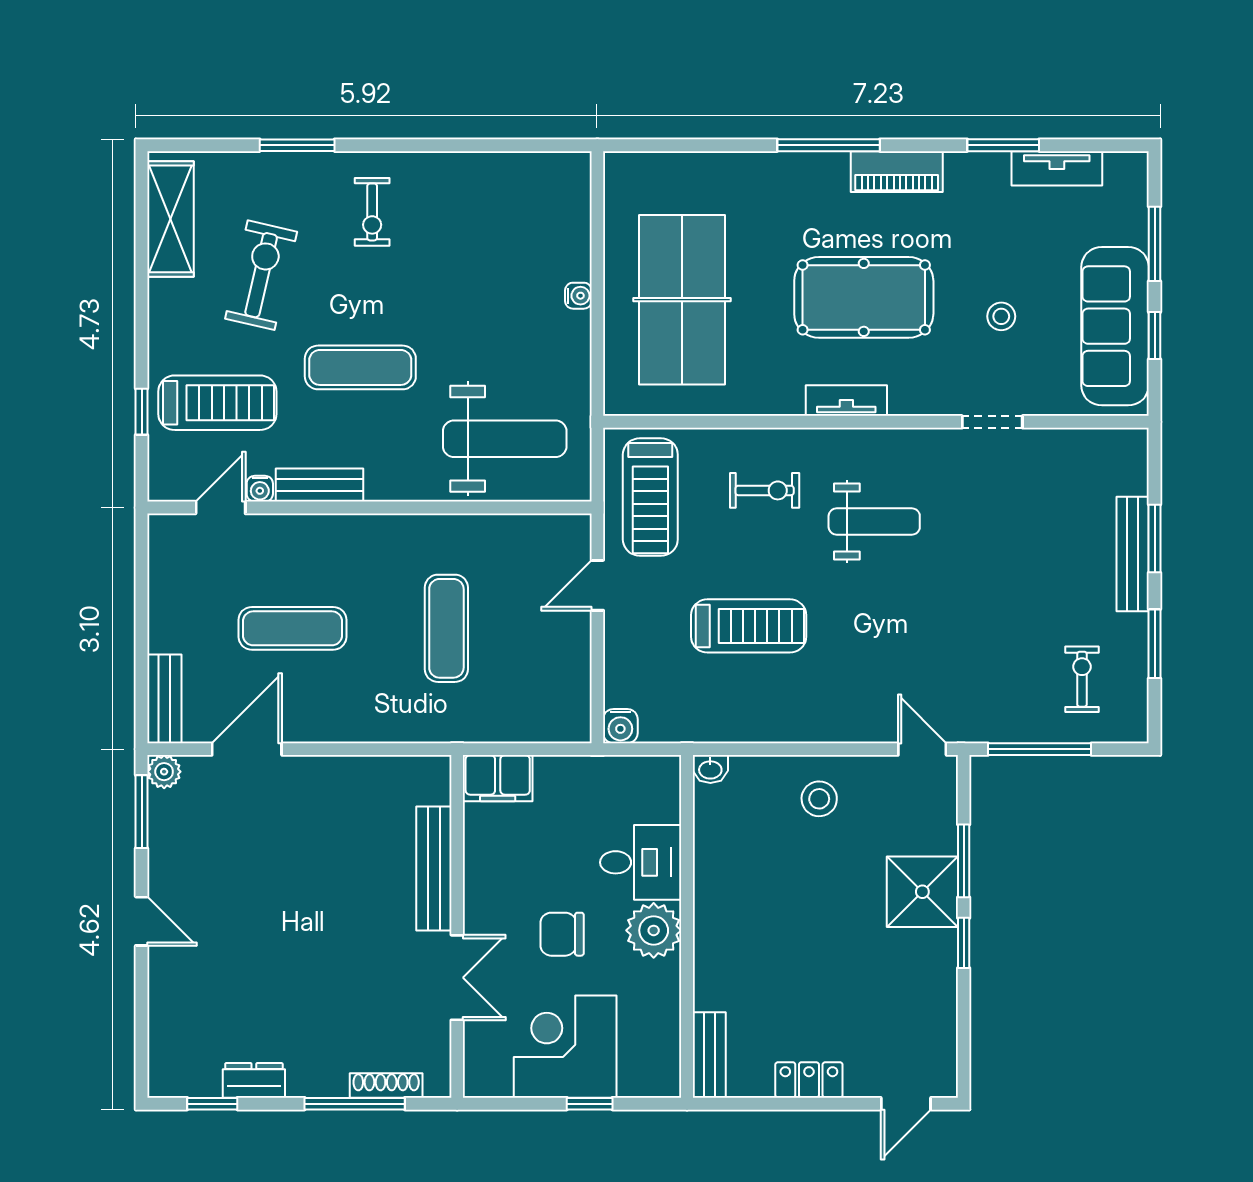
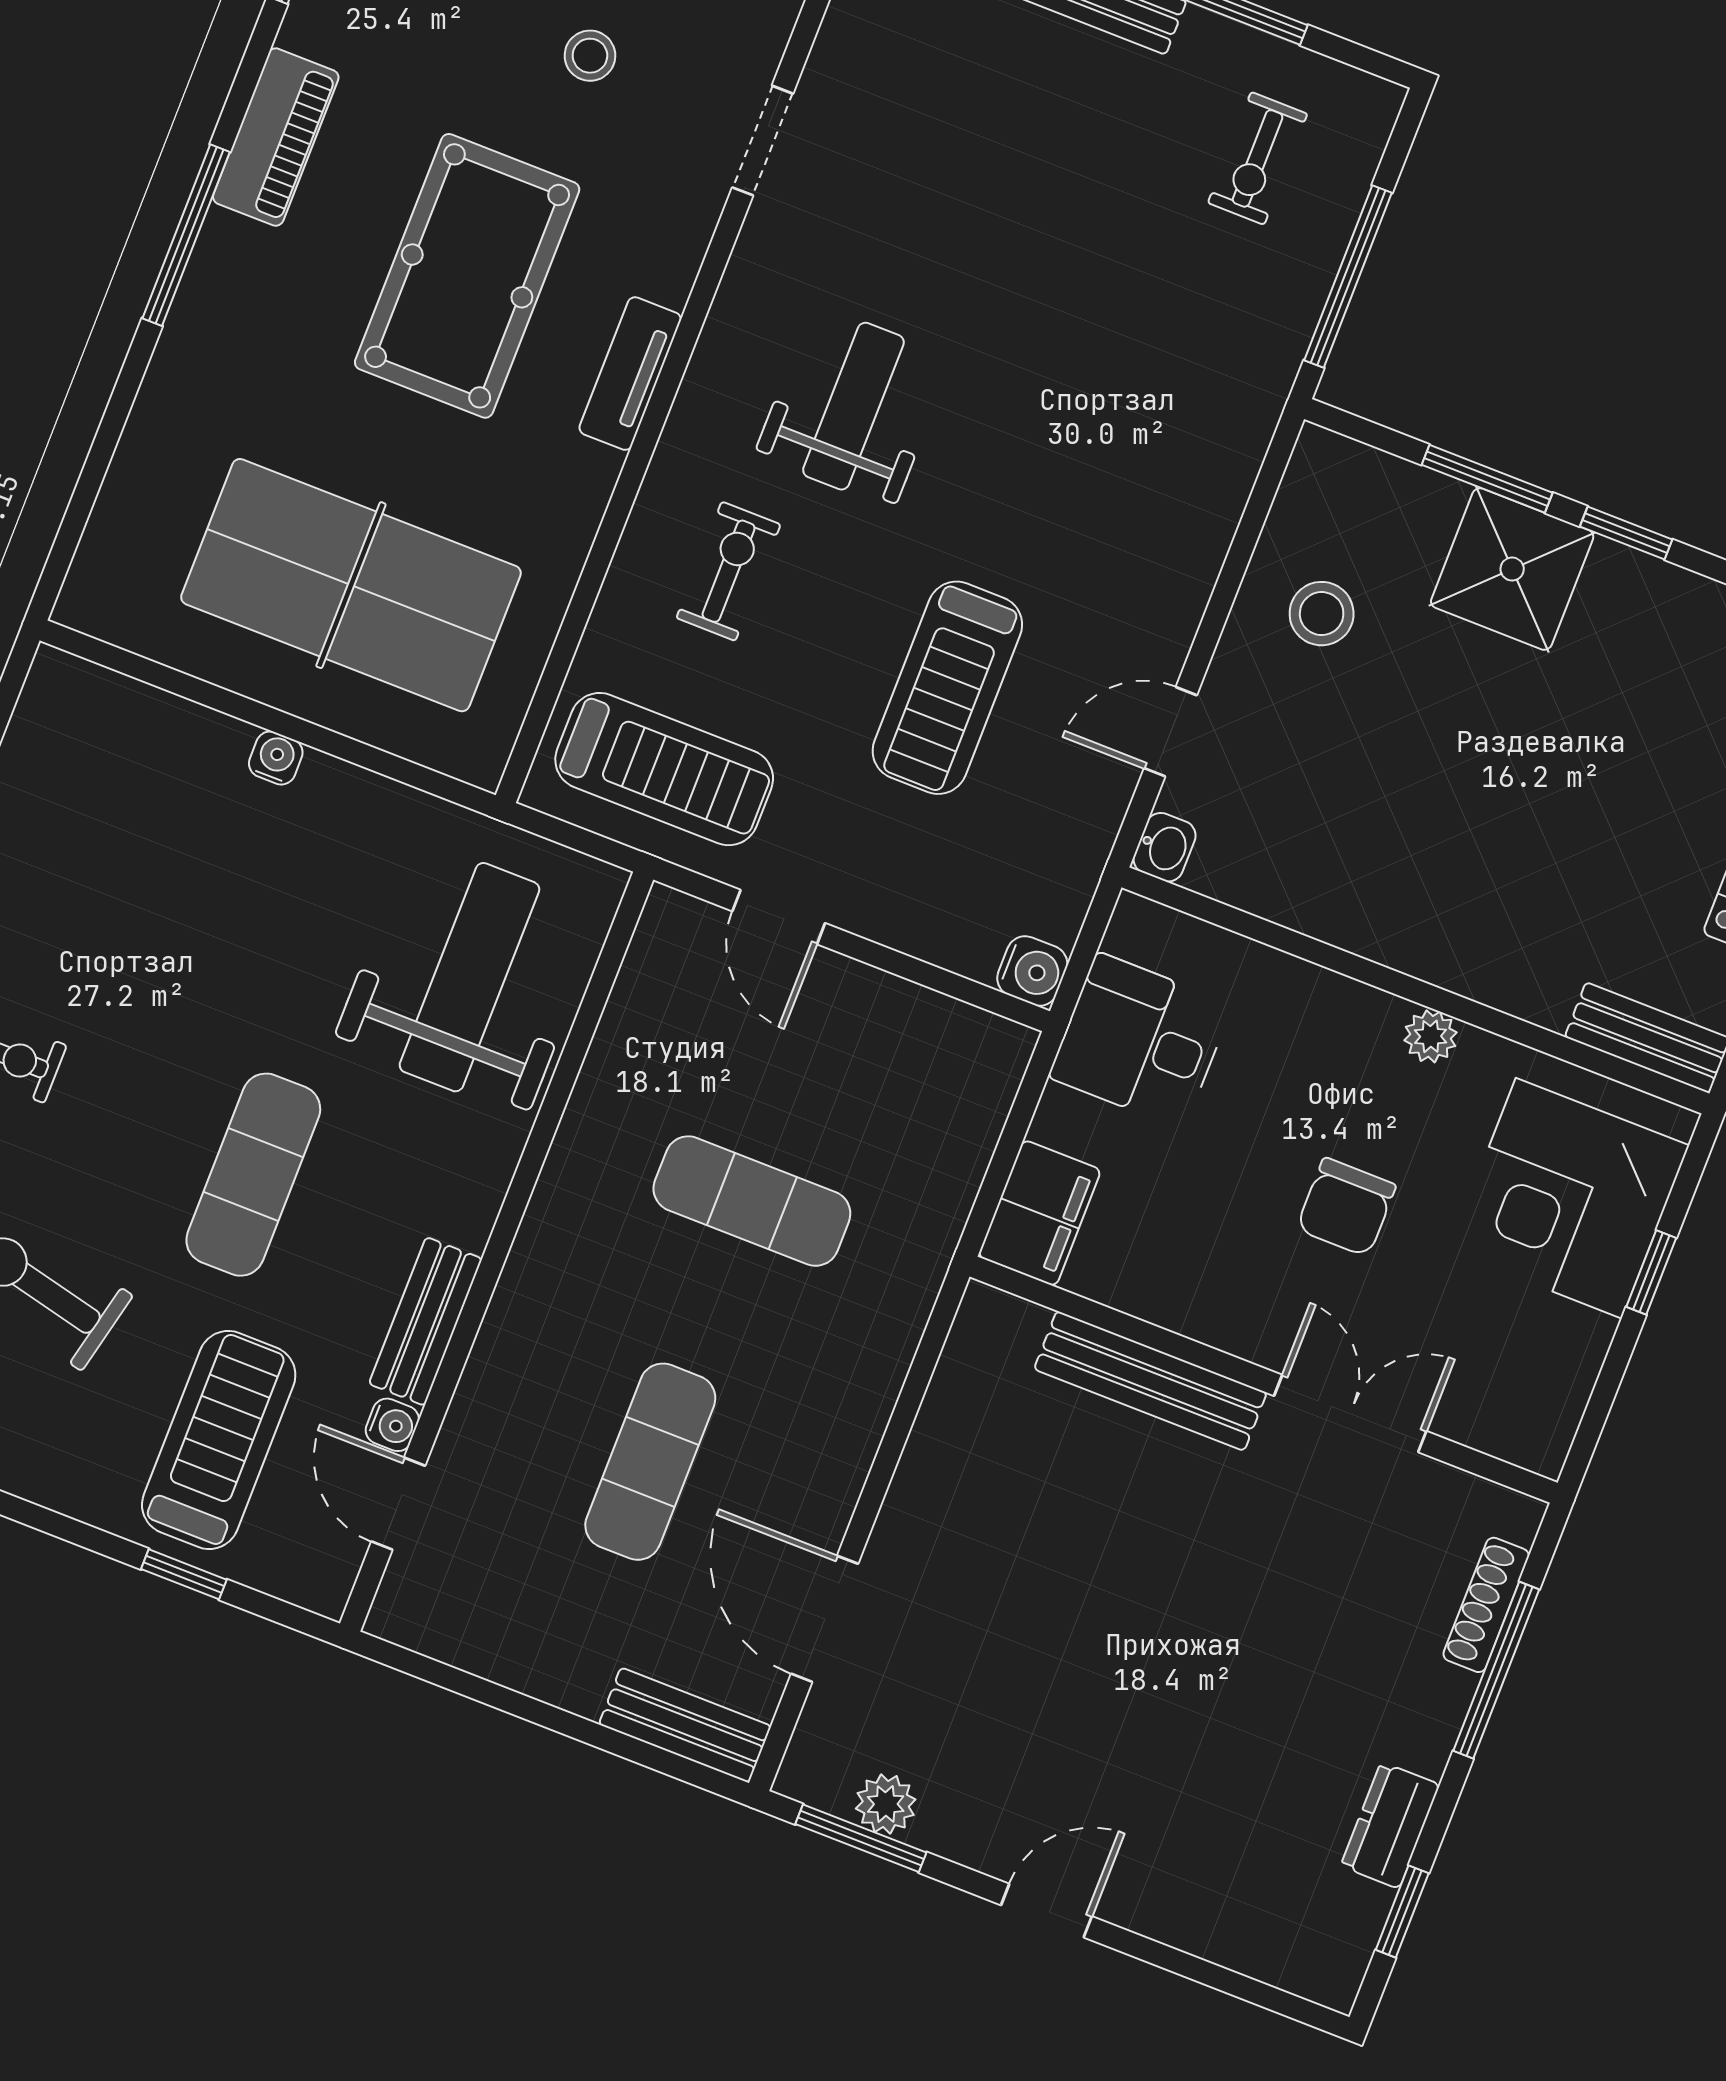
treadmill: (749, 626) -> (947, 688), turned 180
exercise bike: (1082, 679) -> (1258, 158), turned -90
door: (922, 749) -> (1170, 732), moved
plant: (164, 772) -> (886, 1804), moved
stool: (819, 799) -> (1322, 614), moved
desk: (641, 862) -> (1140, 1041), moved, turned -90
plant: (654, 930) -> (1431, 1036), width x0.53, depth x0.53
corner desk: (565, 1047) -> (1569, 1198), moved

